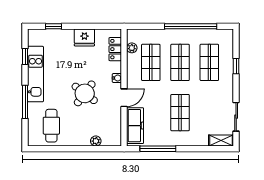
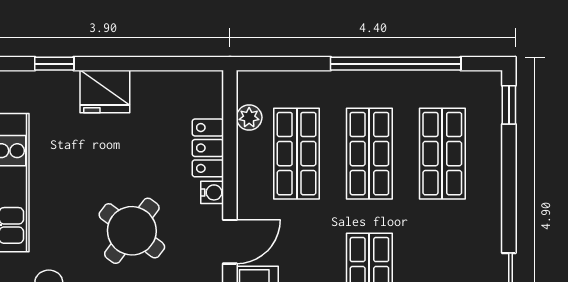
fridge: (84, 37) -> (105, 91), moved
locker: (115, 49) -> (208, 148), moved
window: (236, 66) -> (509, 105), moved

